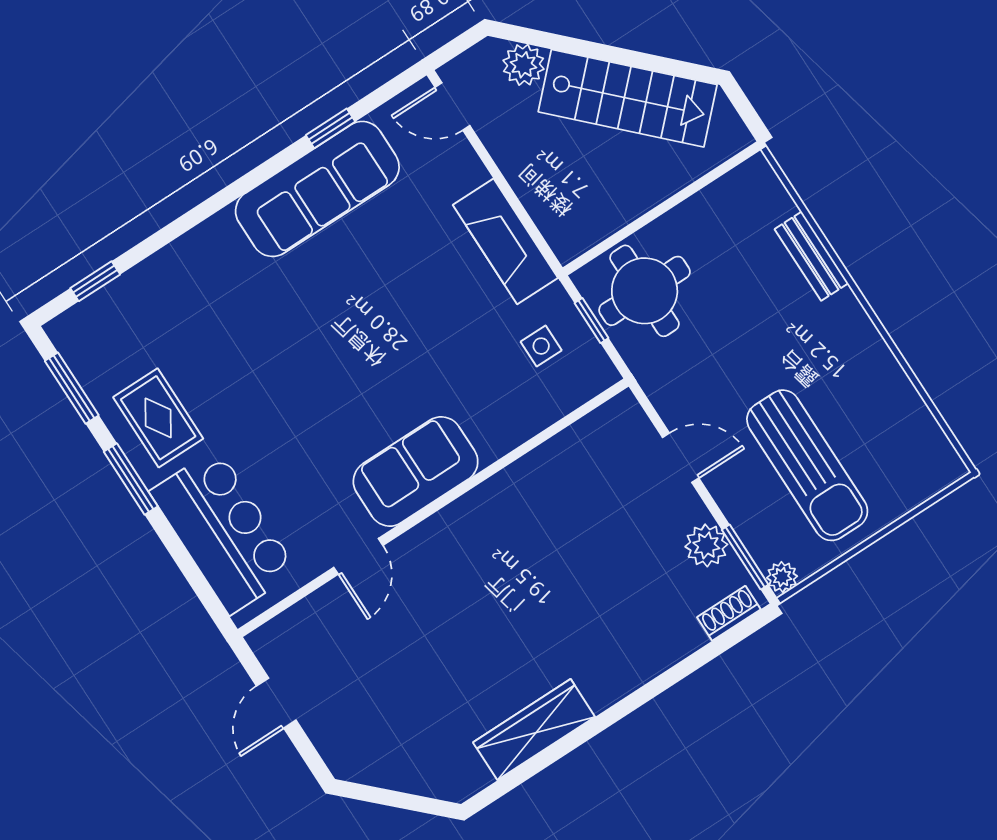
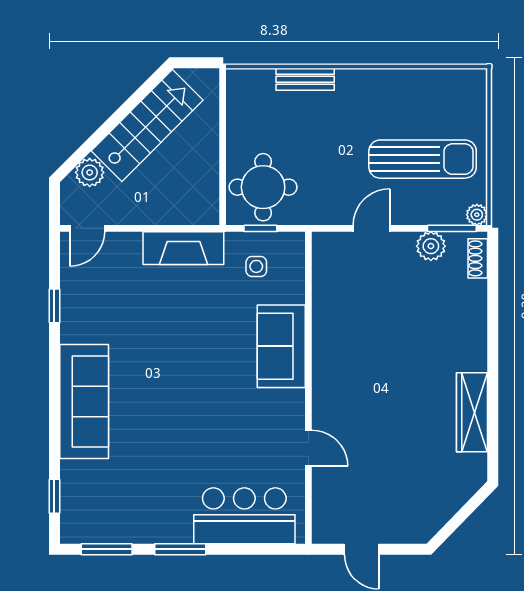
sofa: (317, 189) -> (84, 401), moved
rug: (158, 418) -> (156, 511), removed
sofa: (416, 472) -> (281, 346), moved

